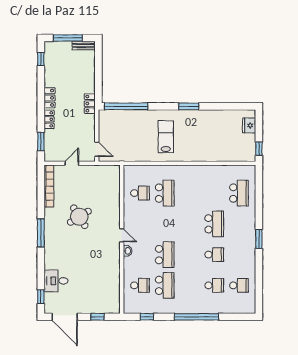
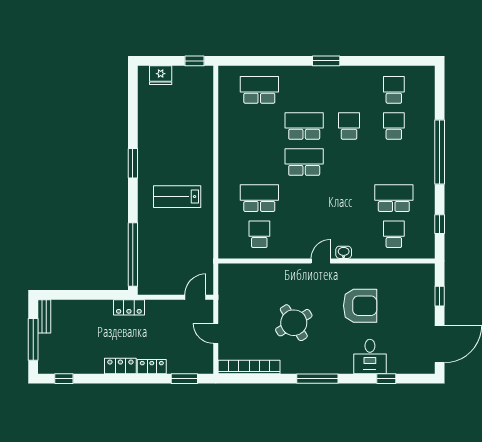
school desk: (165, 255) -> (304, 162), moved
armchair: (91, 262) -> (360, 306), added
desk: (56, 281) -> (370, 357), moved
window: (41, 297) -> (386, 379), moved

